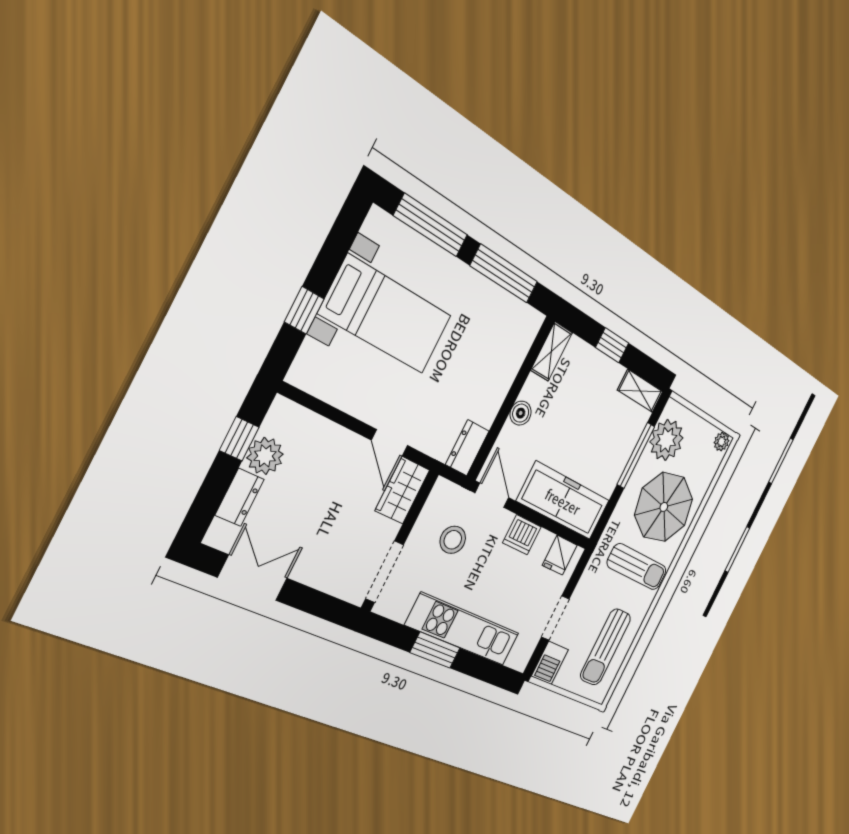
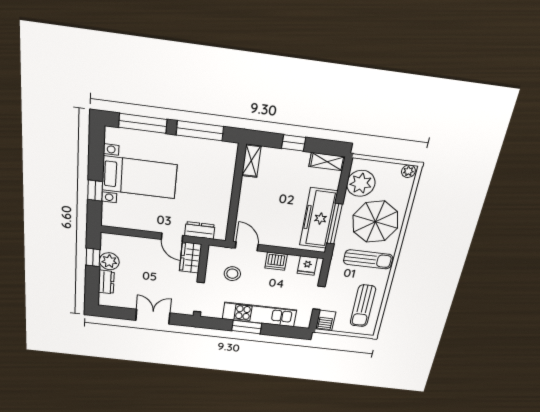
boiler: (521, 413) -> (246, 200), removed
dresser: (467, 448) -> (200, 230), moved, turned 90
window: (636, 455) -> (335, 224), moved
freezer: (563, 501) -> (319, 218), moved, turned -90
double door: (253, 578) -> (153, 317), moved

